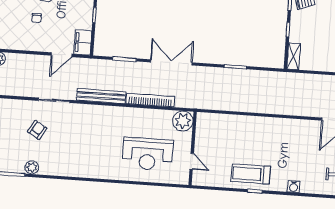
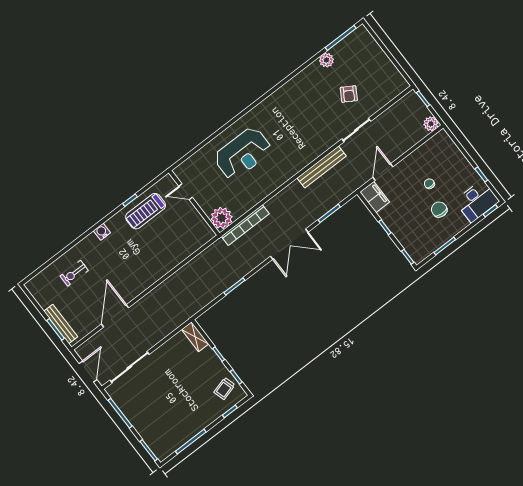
bookcase: (150, 100) -> (245, 225), moved
plant: (183, 121) -> (222, 218), moved
wall: (193, 148) -> (194, 203), moved
reception desk: (148, 154) -> (243, 154), turned 180
door: (192, 161) -> (186, 192), moved
treadmill: (251, 174) -> (146, 211), turned 180

